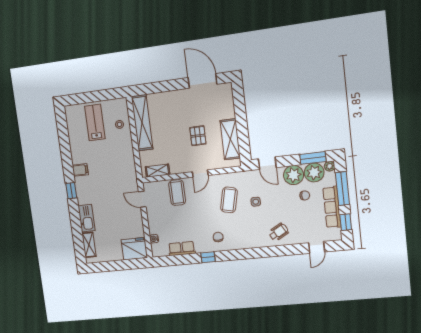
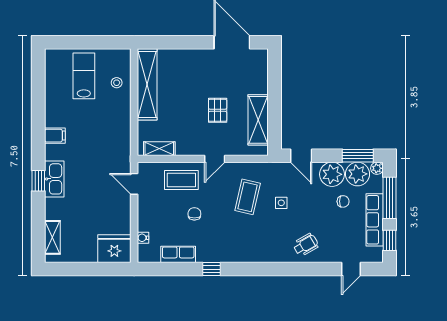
window: (71, 191) -> (38, 181), moved
coffee table: (177, 193) -> (181, 180), turned 90
kitchen sink: (87, 218) -> (54, 179), moved
chair: (218, 237) -> (194, 214), moved

